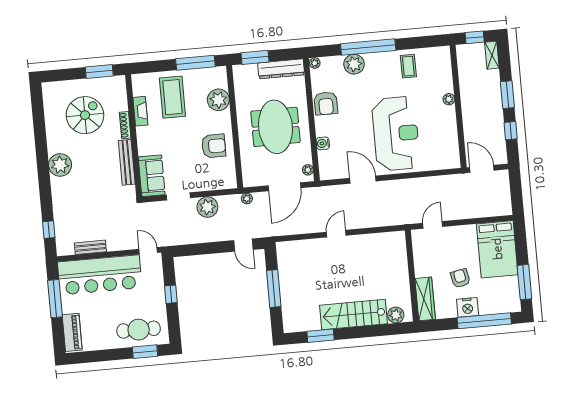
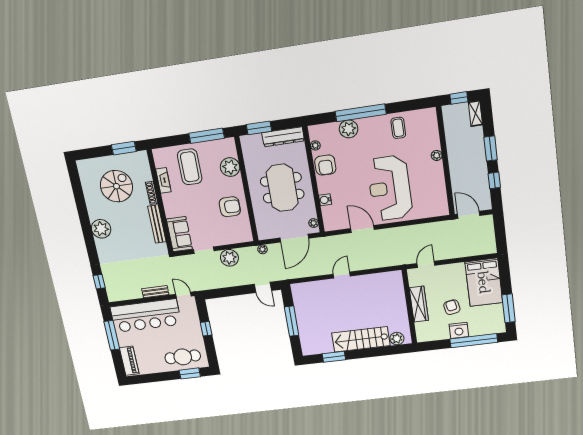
plant: (315, 63) -> (315, 145), moved
reception desk: (396, 134) -> (390, 188), turned 180
bench: (90, 247) -> (155, 292), moved
wardrobe: (425, 299) -> (419, 304), moved

